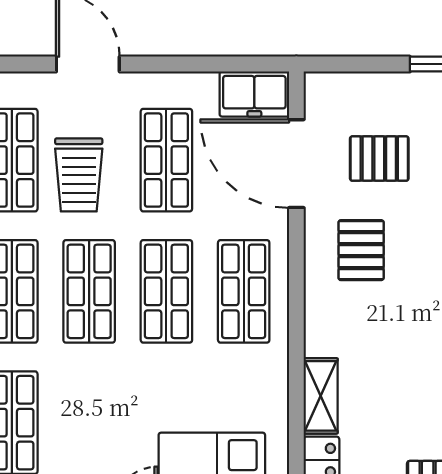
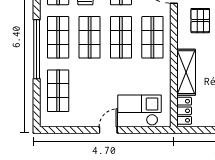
shelving: (321, 396) -> (186, 72), width x1.50, depth x1.33

